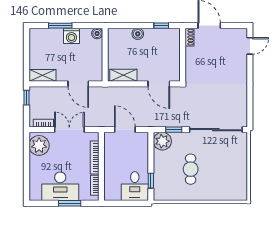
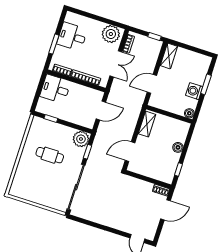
desk: (60, 186) -> (72, 37), width x0.73
desk: (135, 186) -> (55, 89), moved

